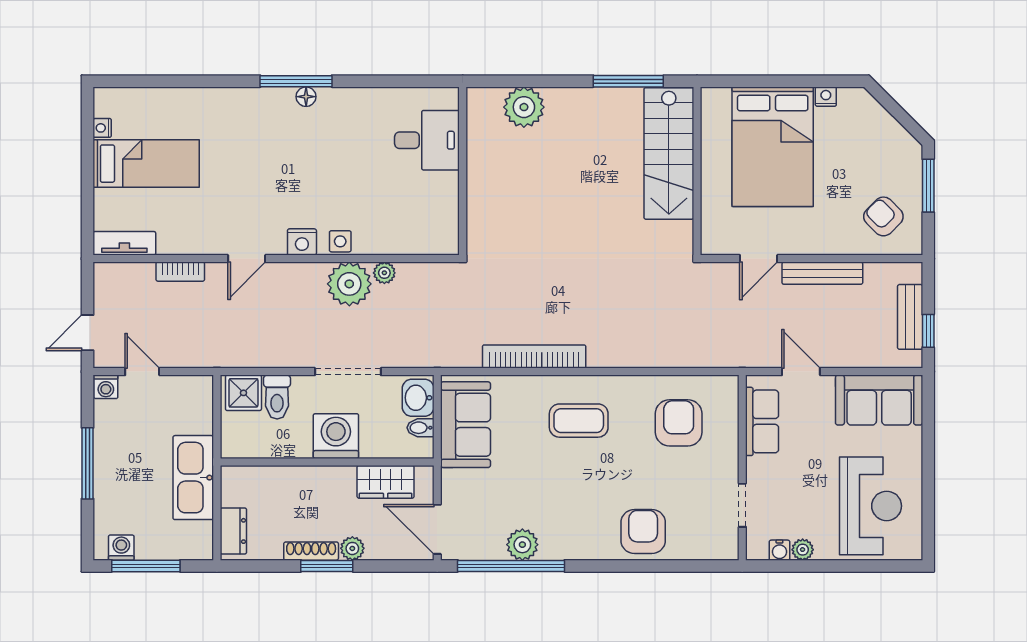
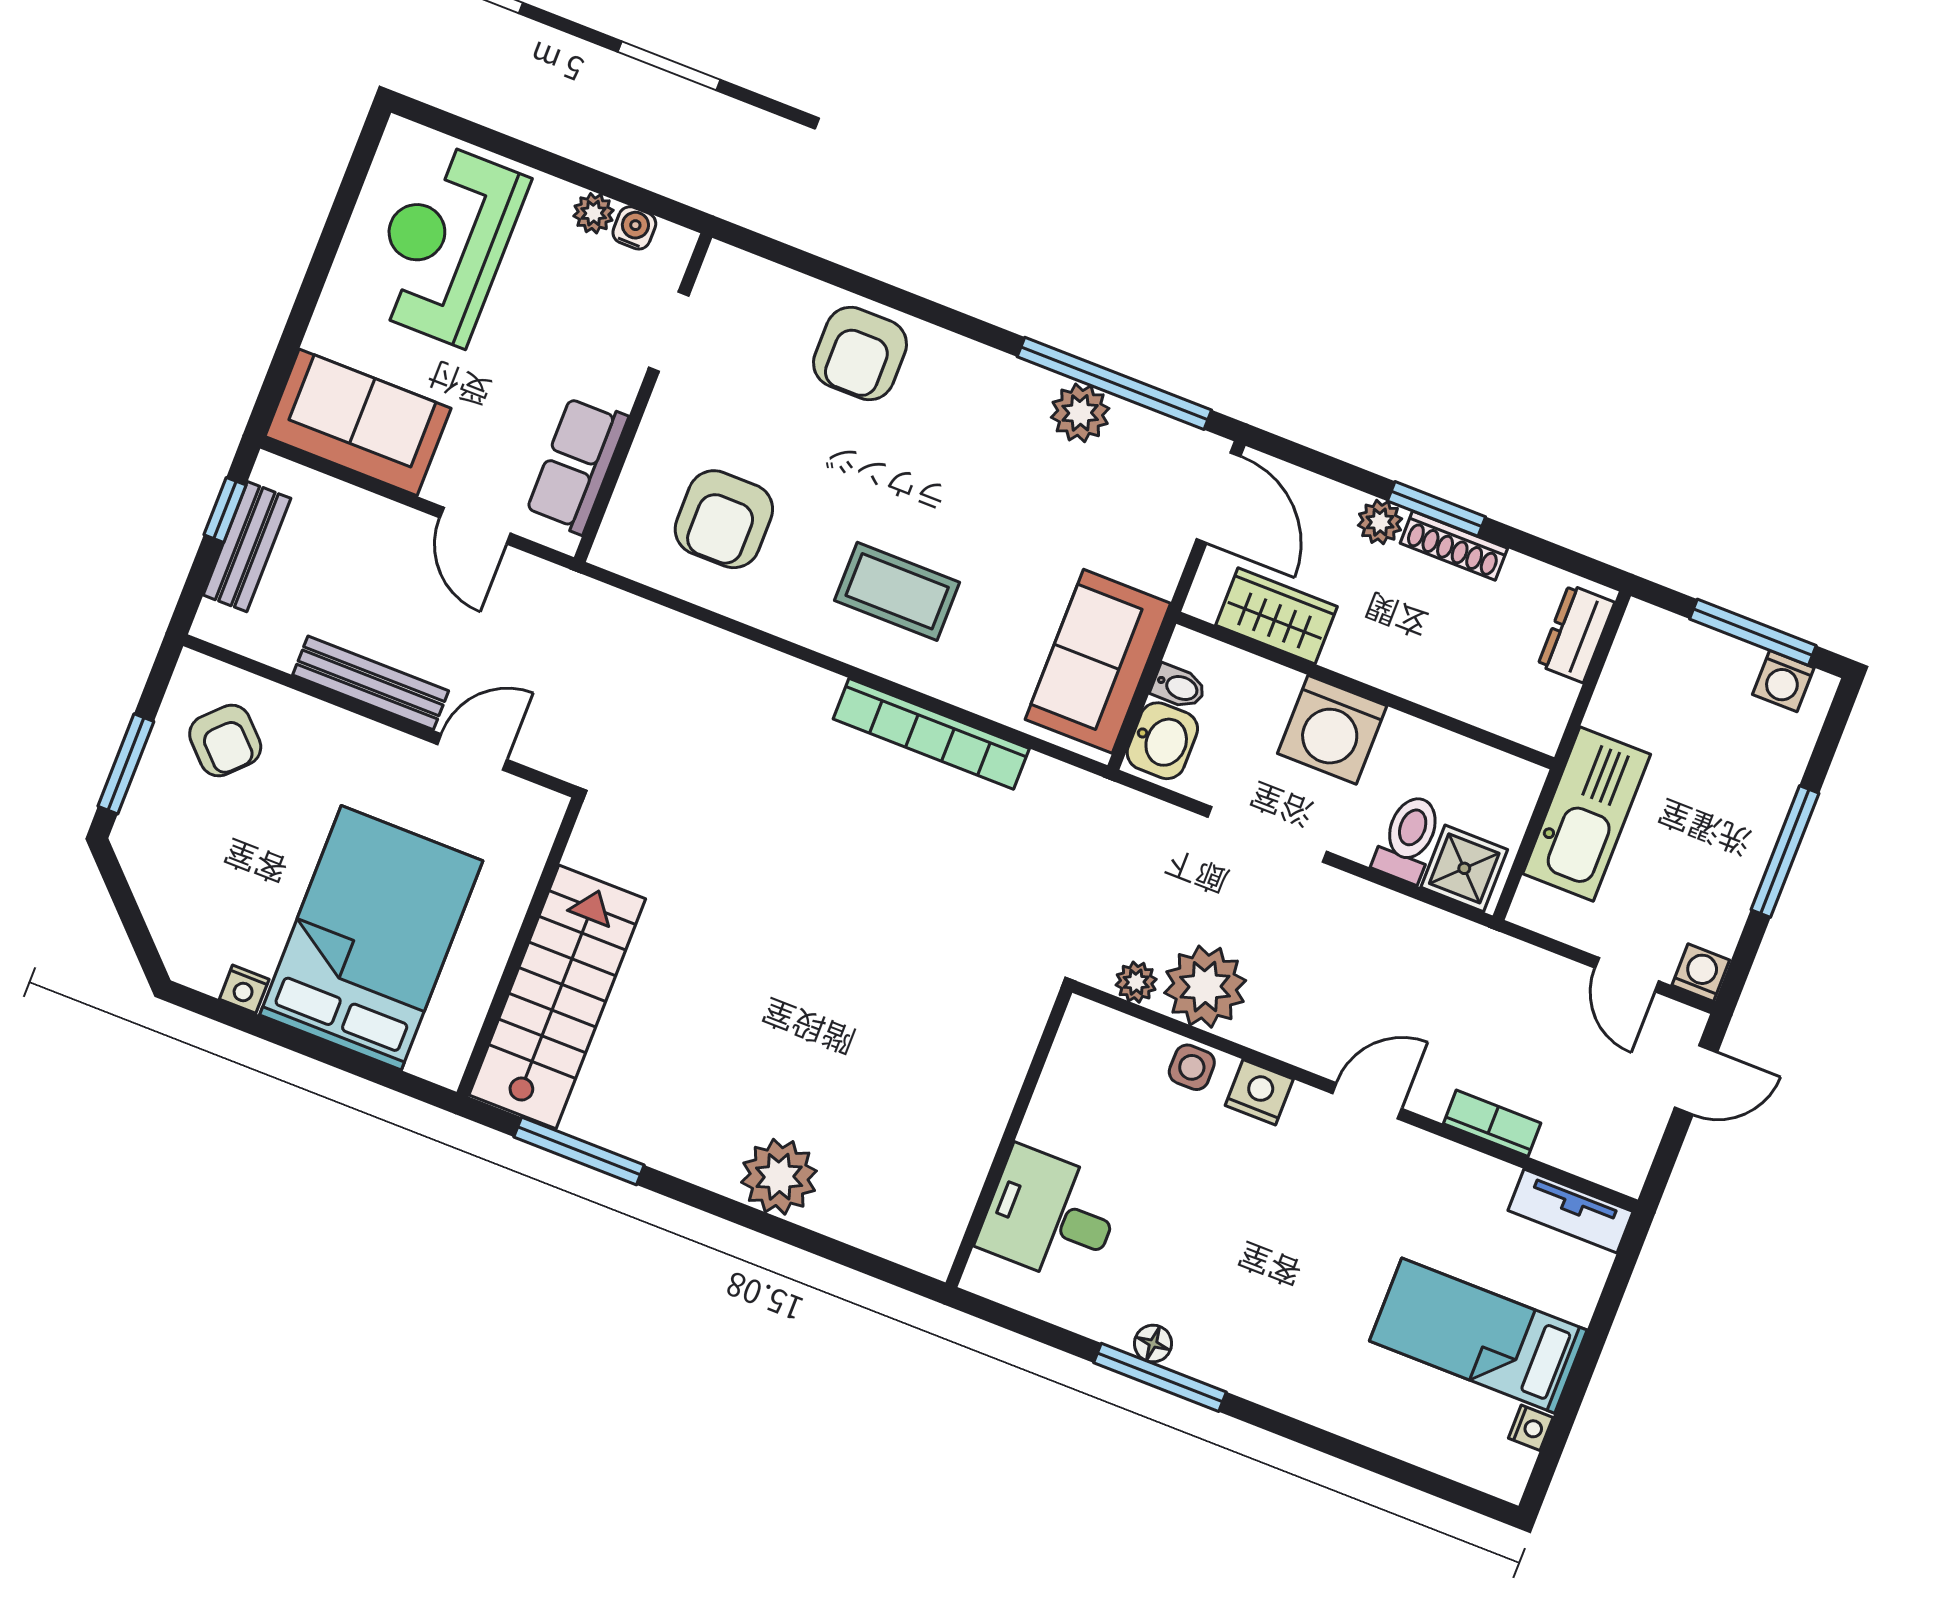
desk: (427, 140) -> (1050, 1216), moved
wall: (463, 171) -> (1009, 1138), moved
kitchen sink: (193, 478) -> (1587, 814), moved

